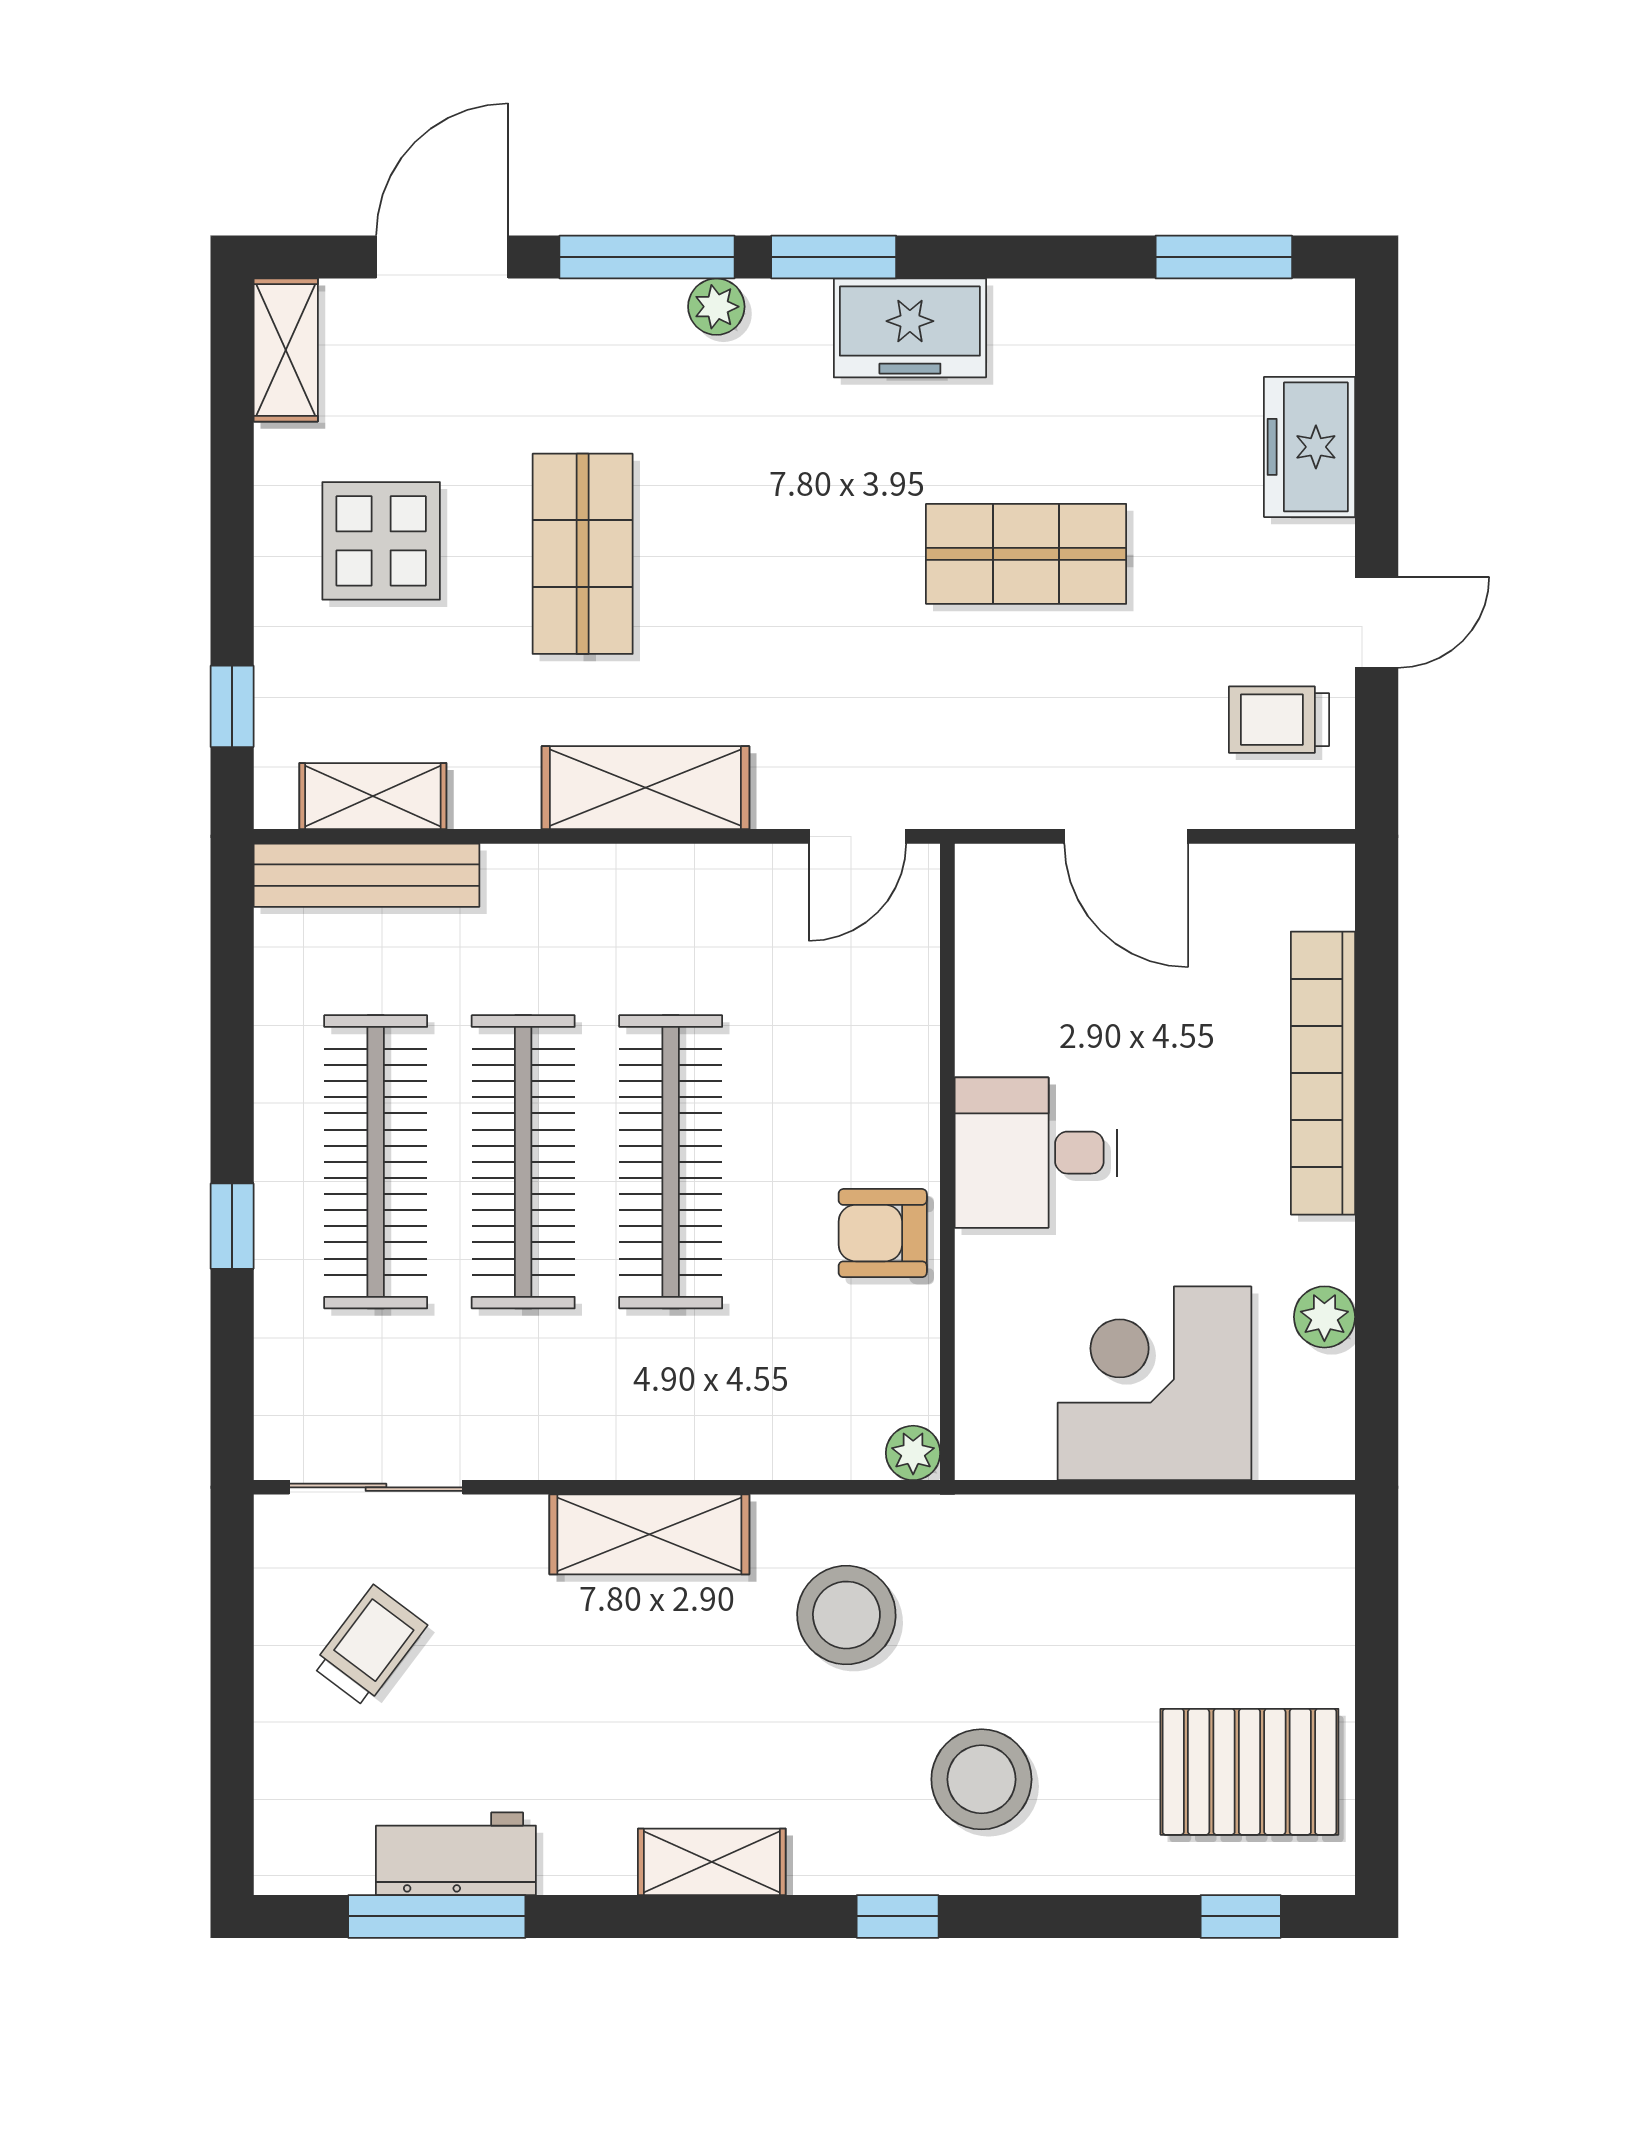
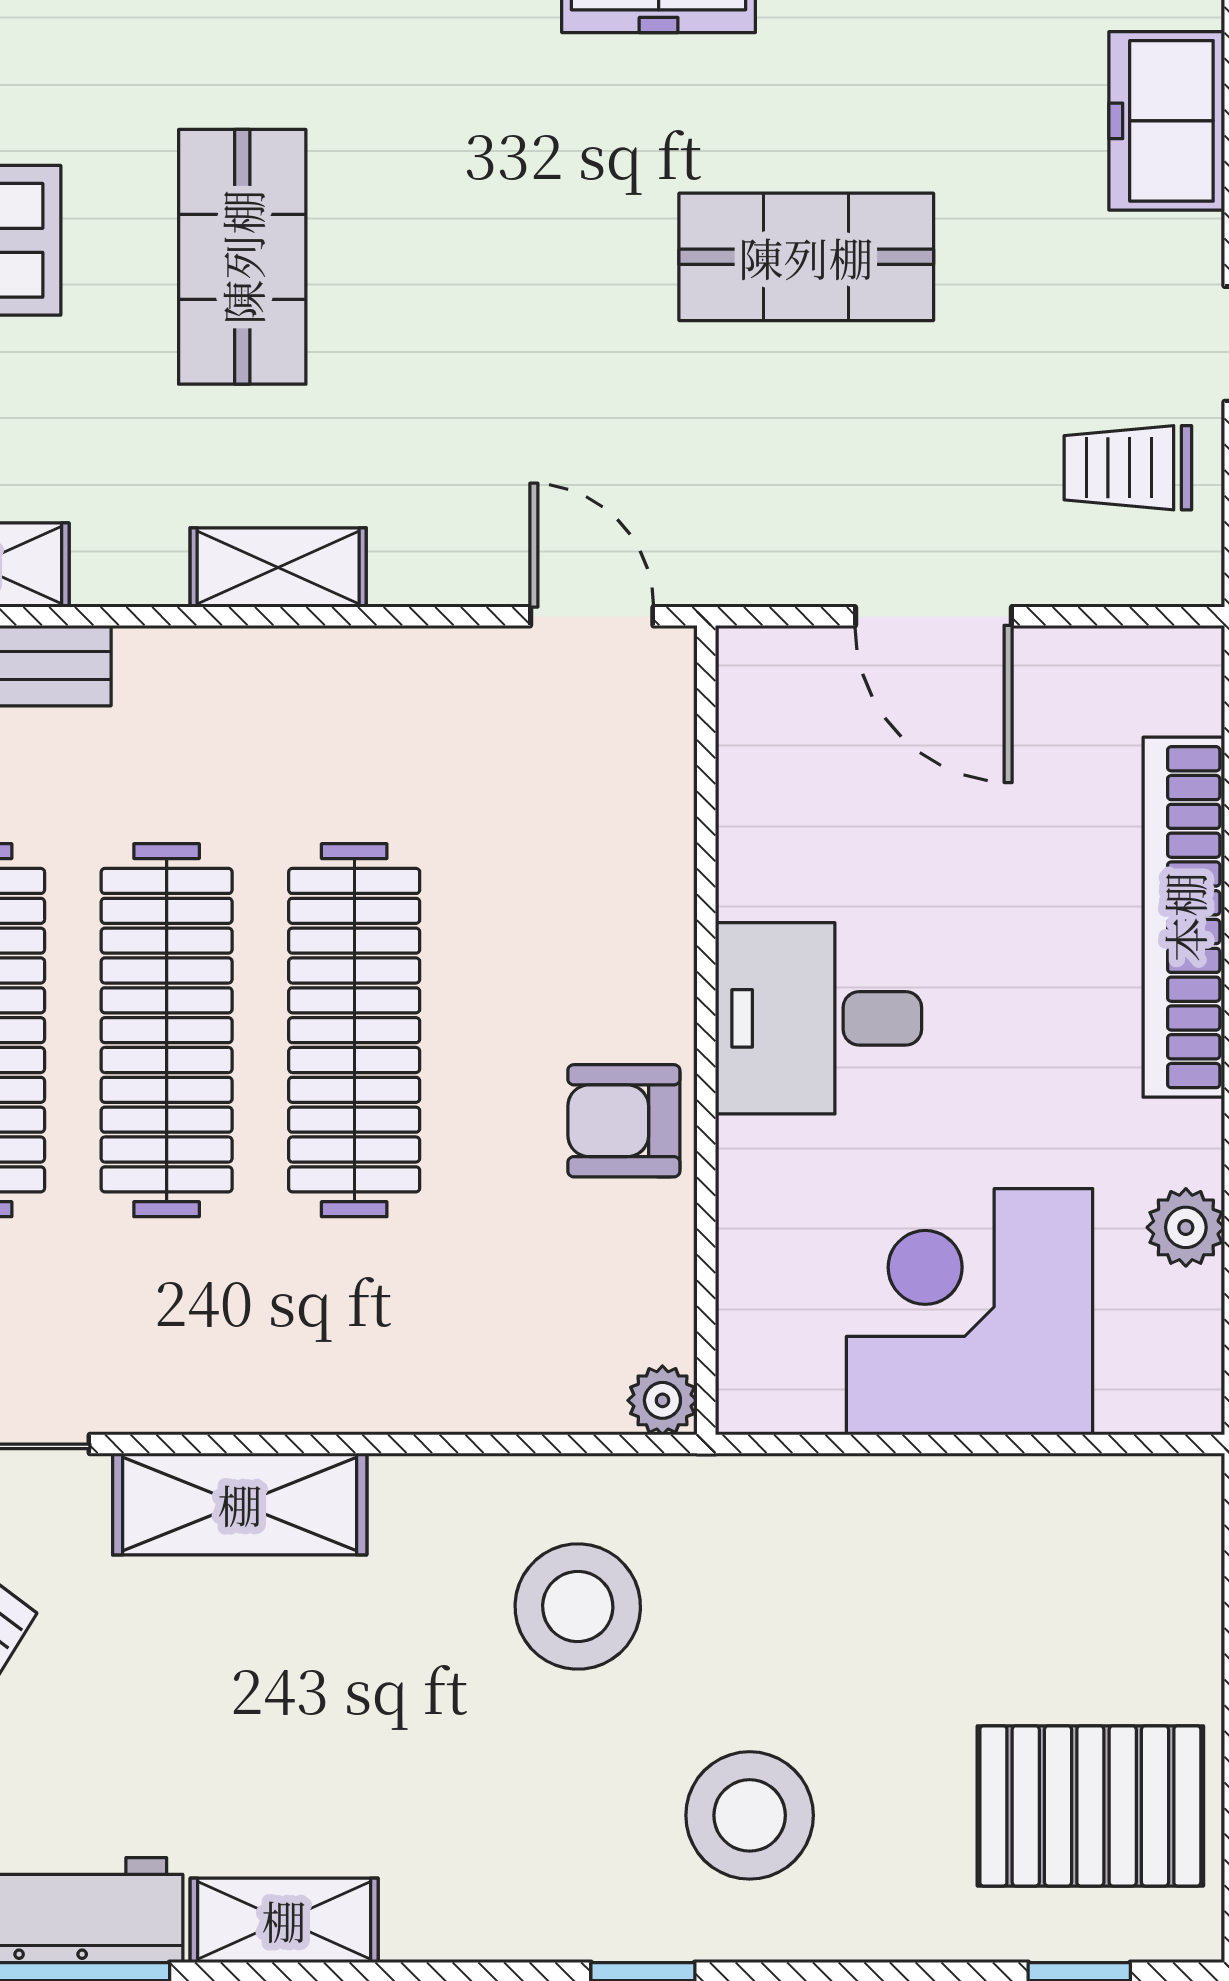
shelving: (645, 788) -> (278, 567), width x0.67, depth x0.75
door: (857, 836) -> (592, 616), swing flipped
shelving: (649, 1534) -> (240, 1504), moved
shelving: (712, 1862) -> (284, 1920), moved

